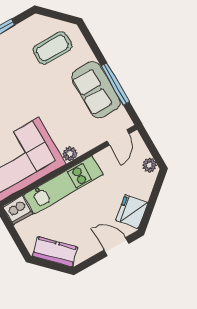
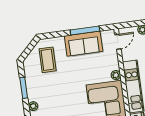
door: (118, 137) -> (118, 42), hinge flipped

